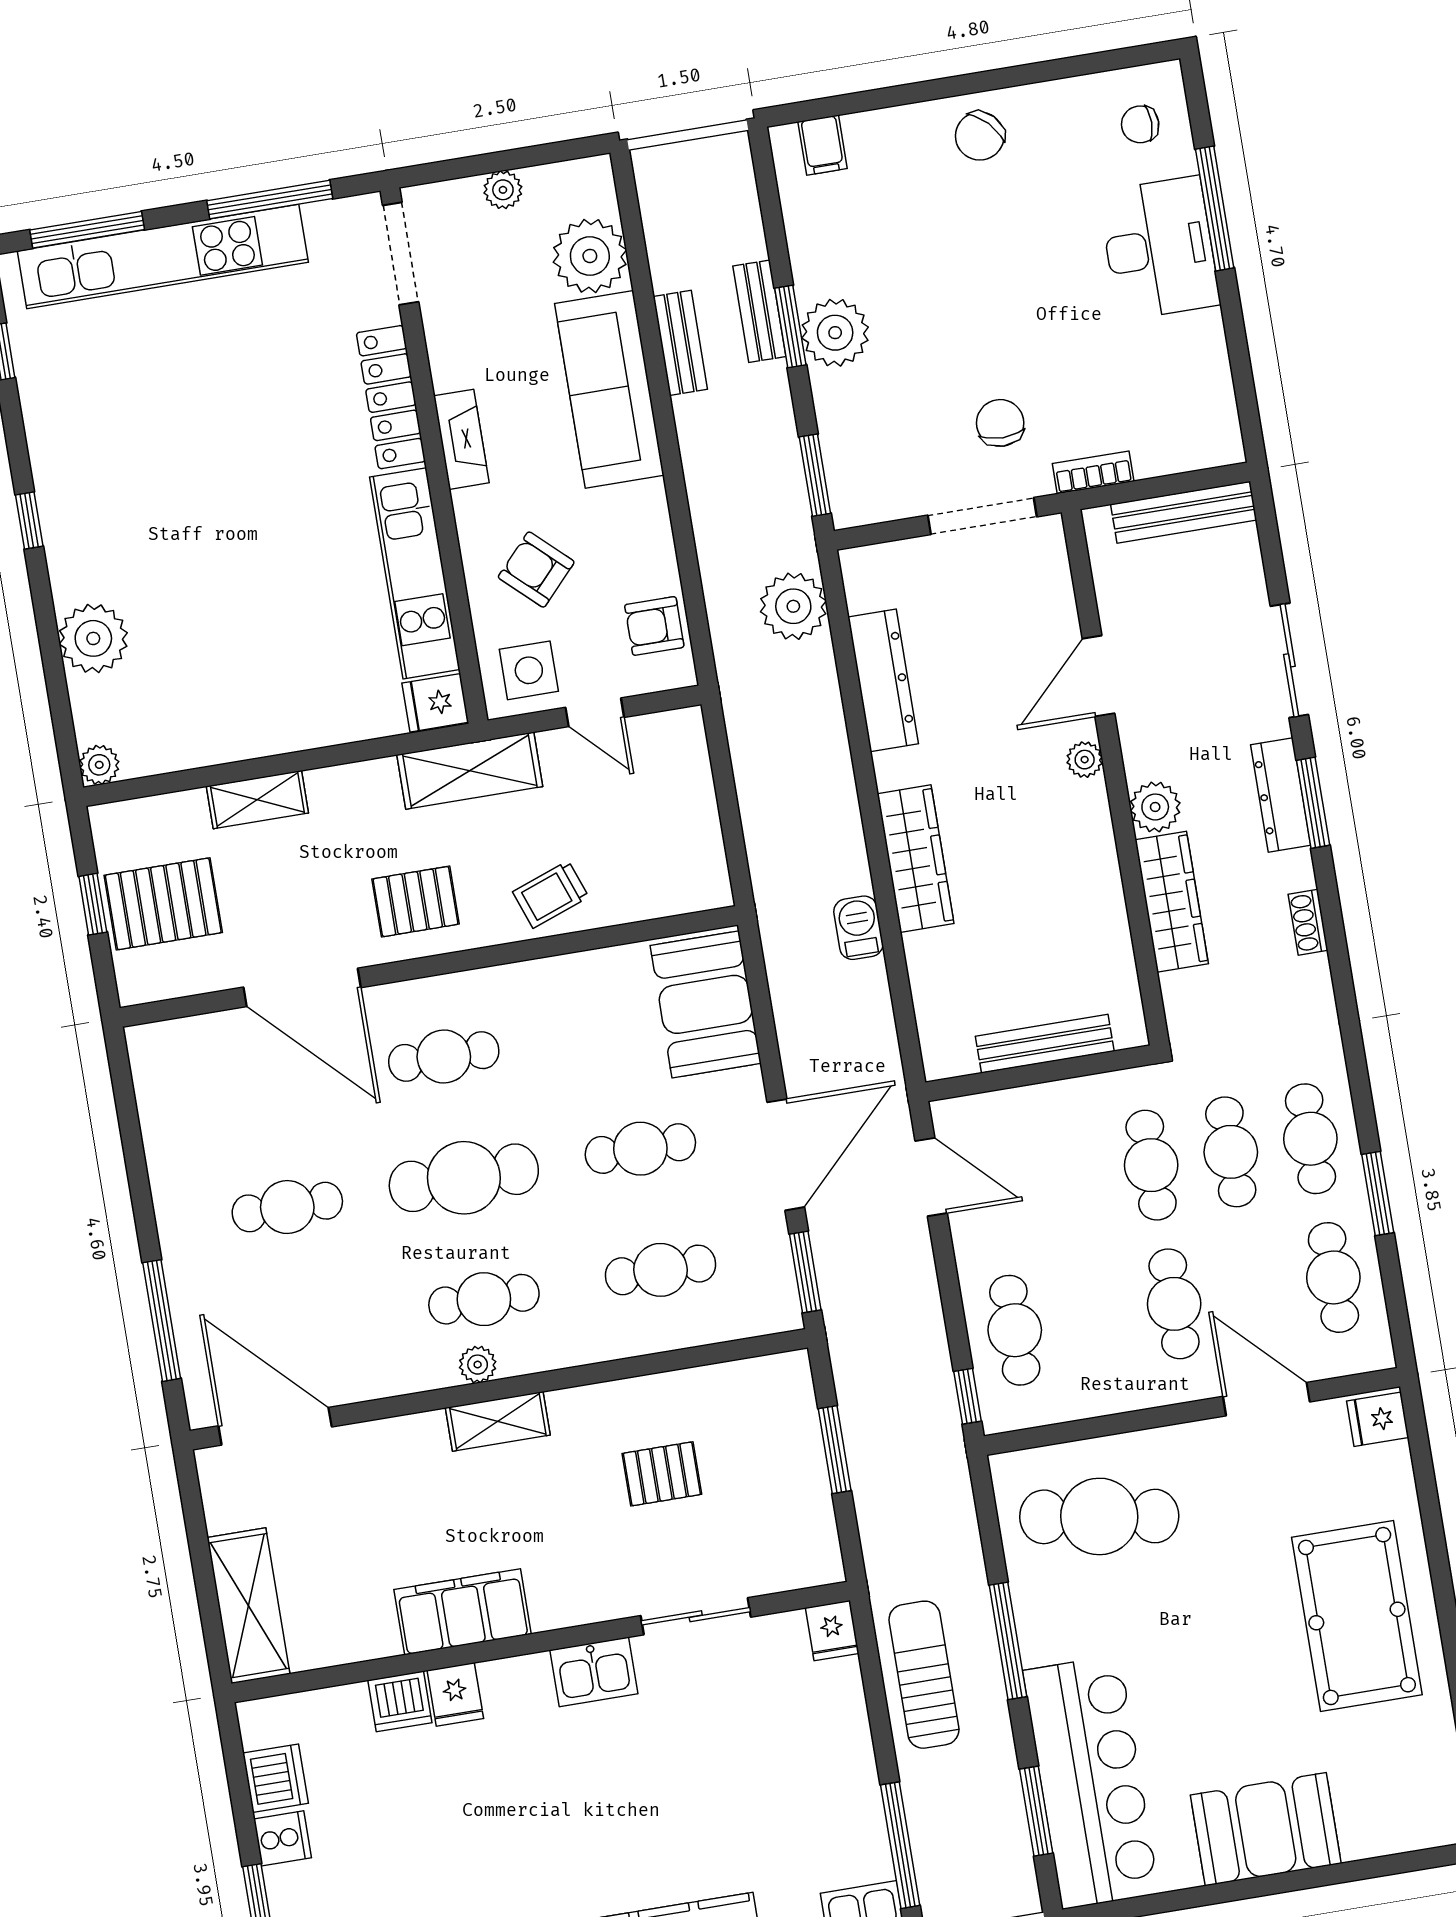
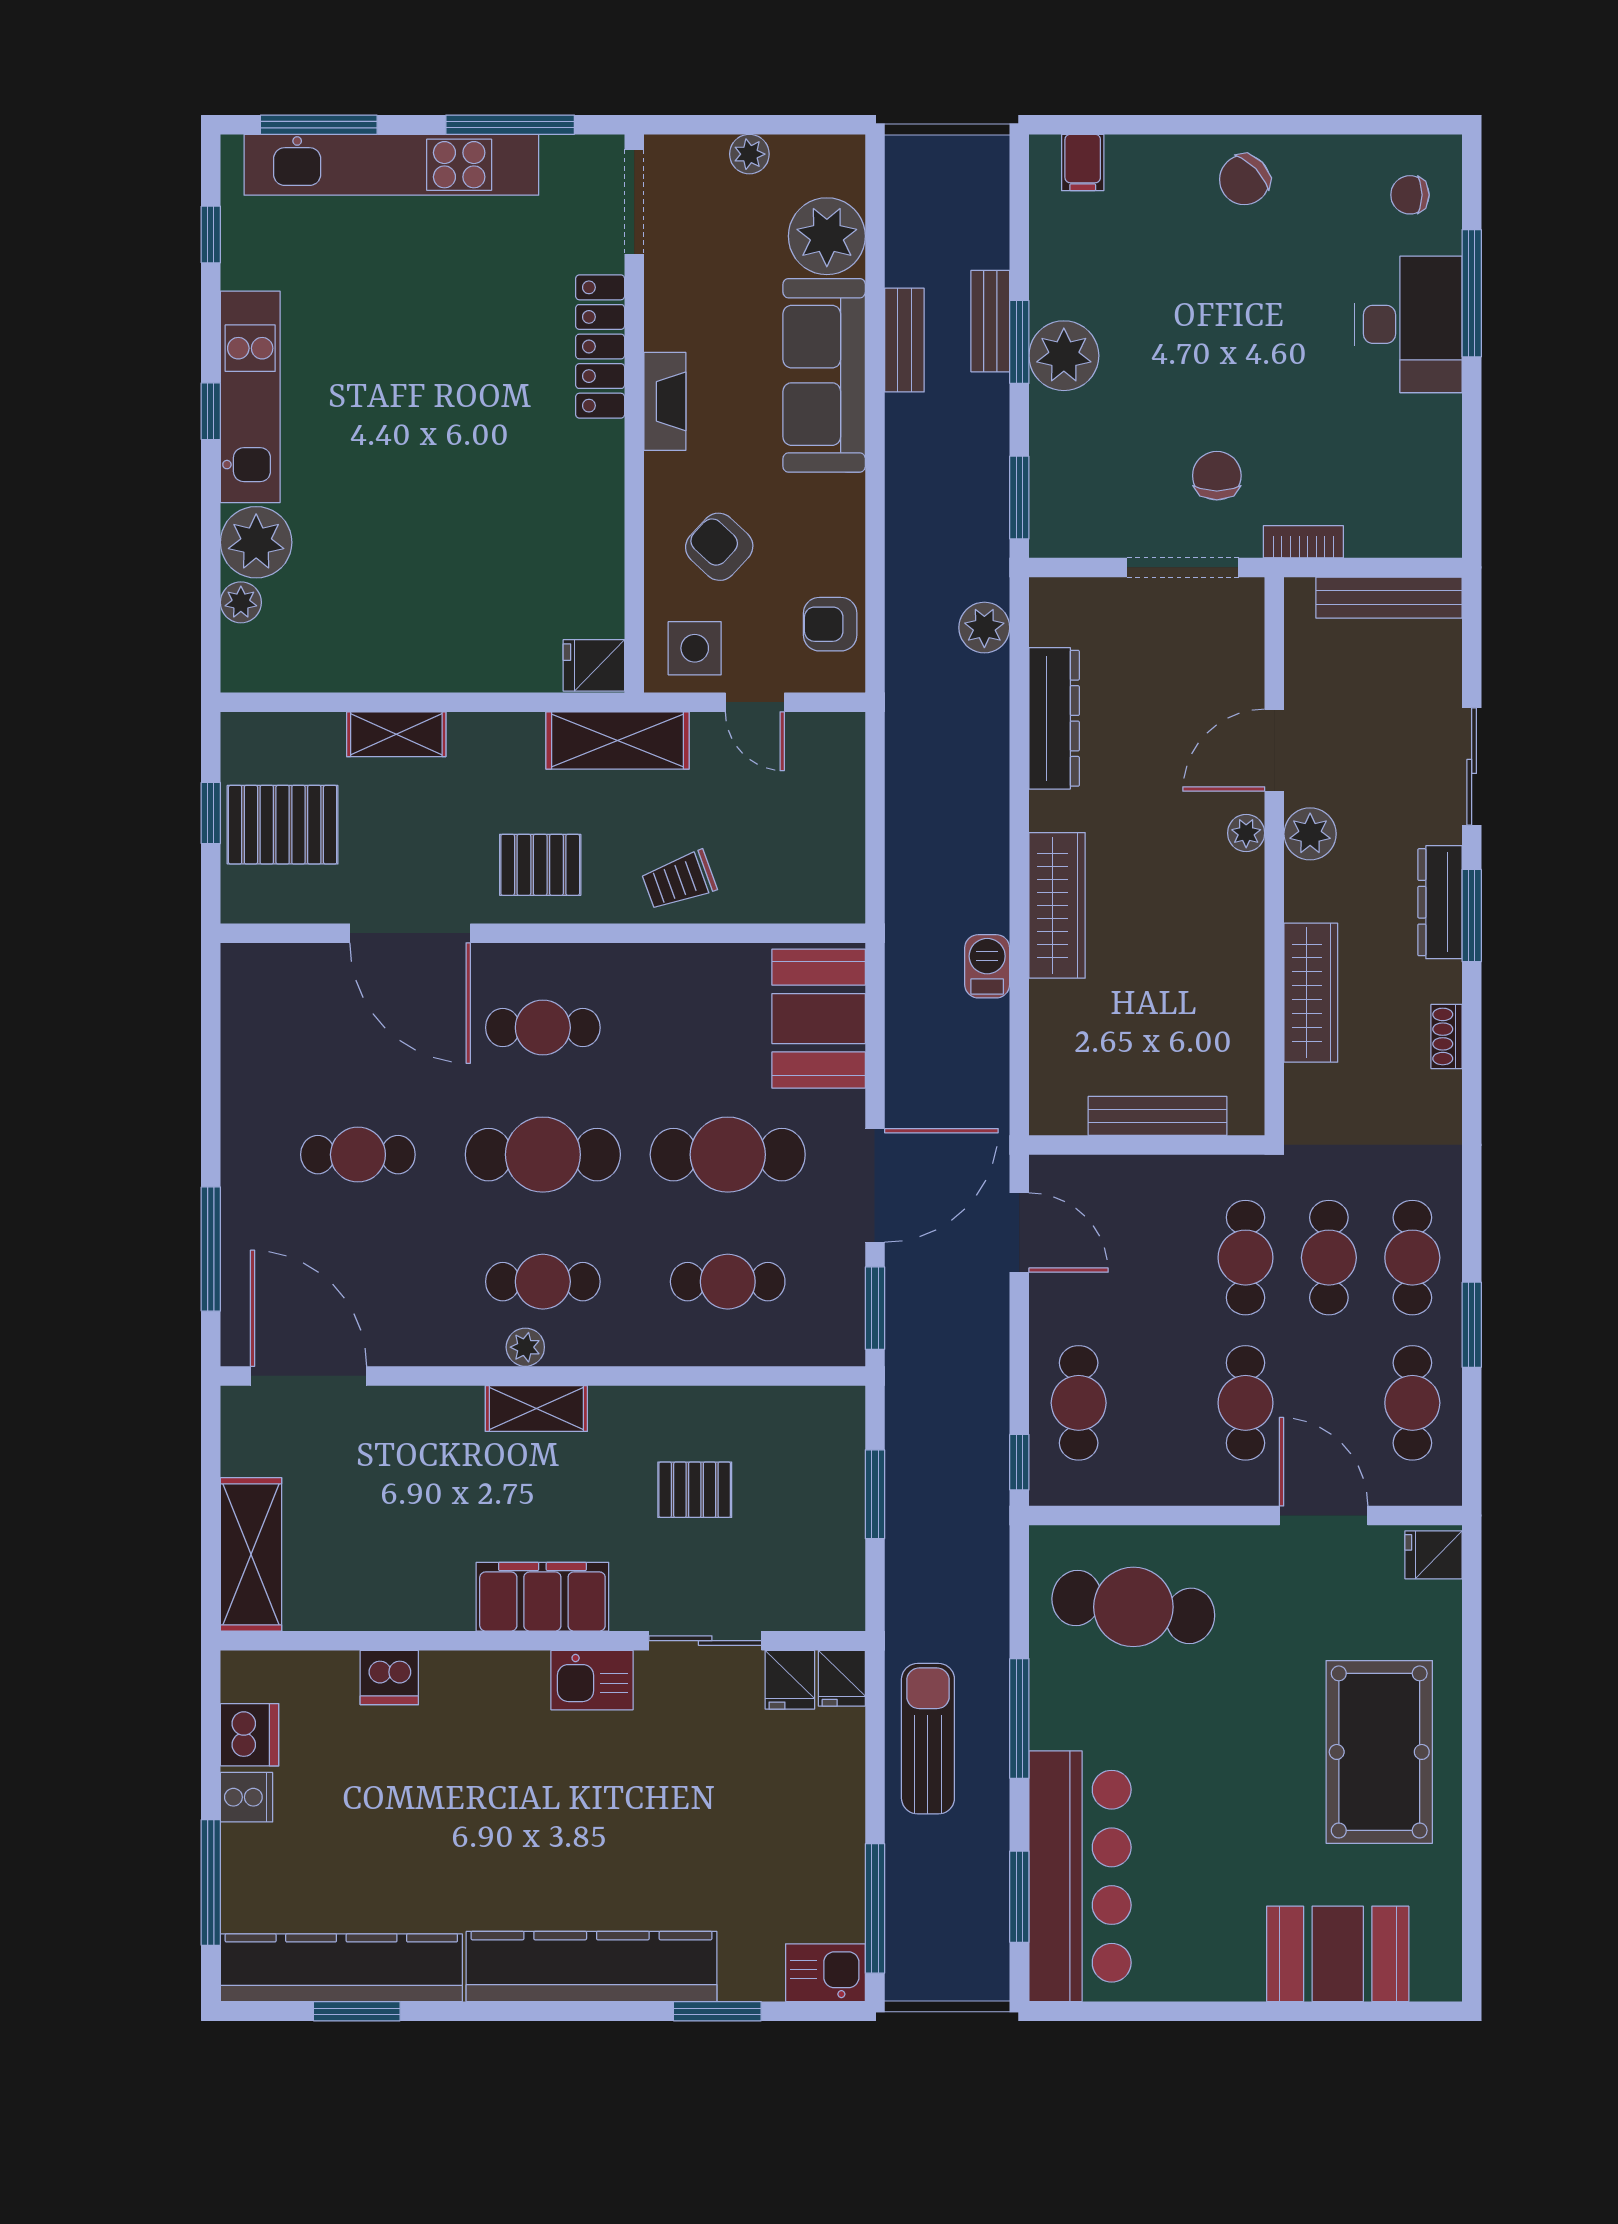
kitchen unit: (415, 573) -> (250, 397), moved, turned 180
plant: (793, 606) -> (984, 628), width x0.73, depth x0.73
plant: (99, 765) -> (241, 602), moved
plant: (1155, 807) -> (1310, 834), moved
cafe table: (640, 1149) -> (728, 1155), width x1.37, depth x1.35
filing cabinet: (463, 1612) -> (542, 1597), moved
fridge: (455, 1694) -> (790, 1680), moved
booth: (1266, 1829) -> (1338, 1954), moved

